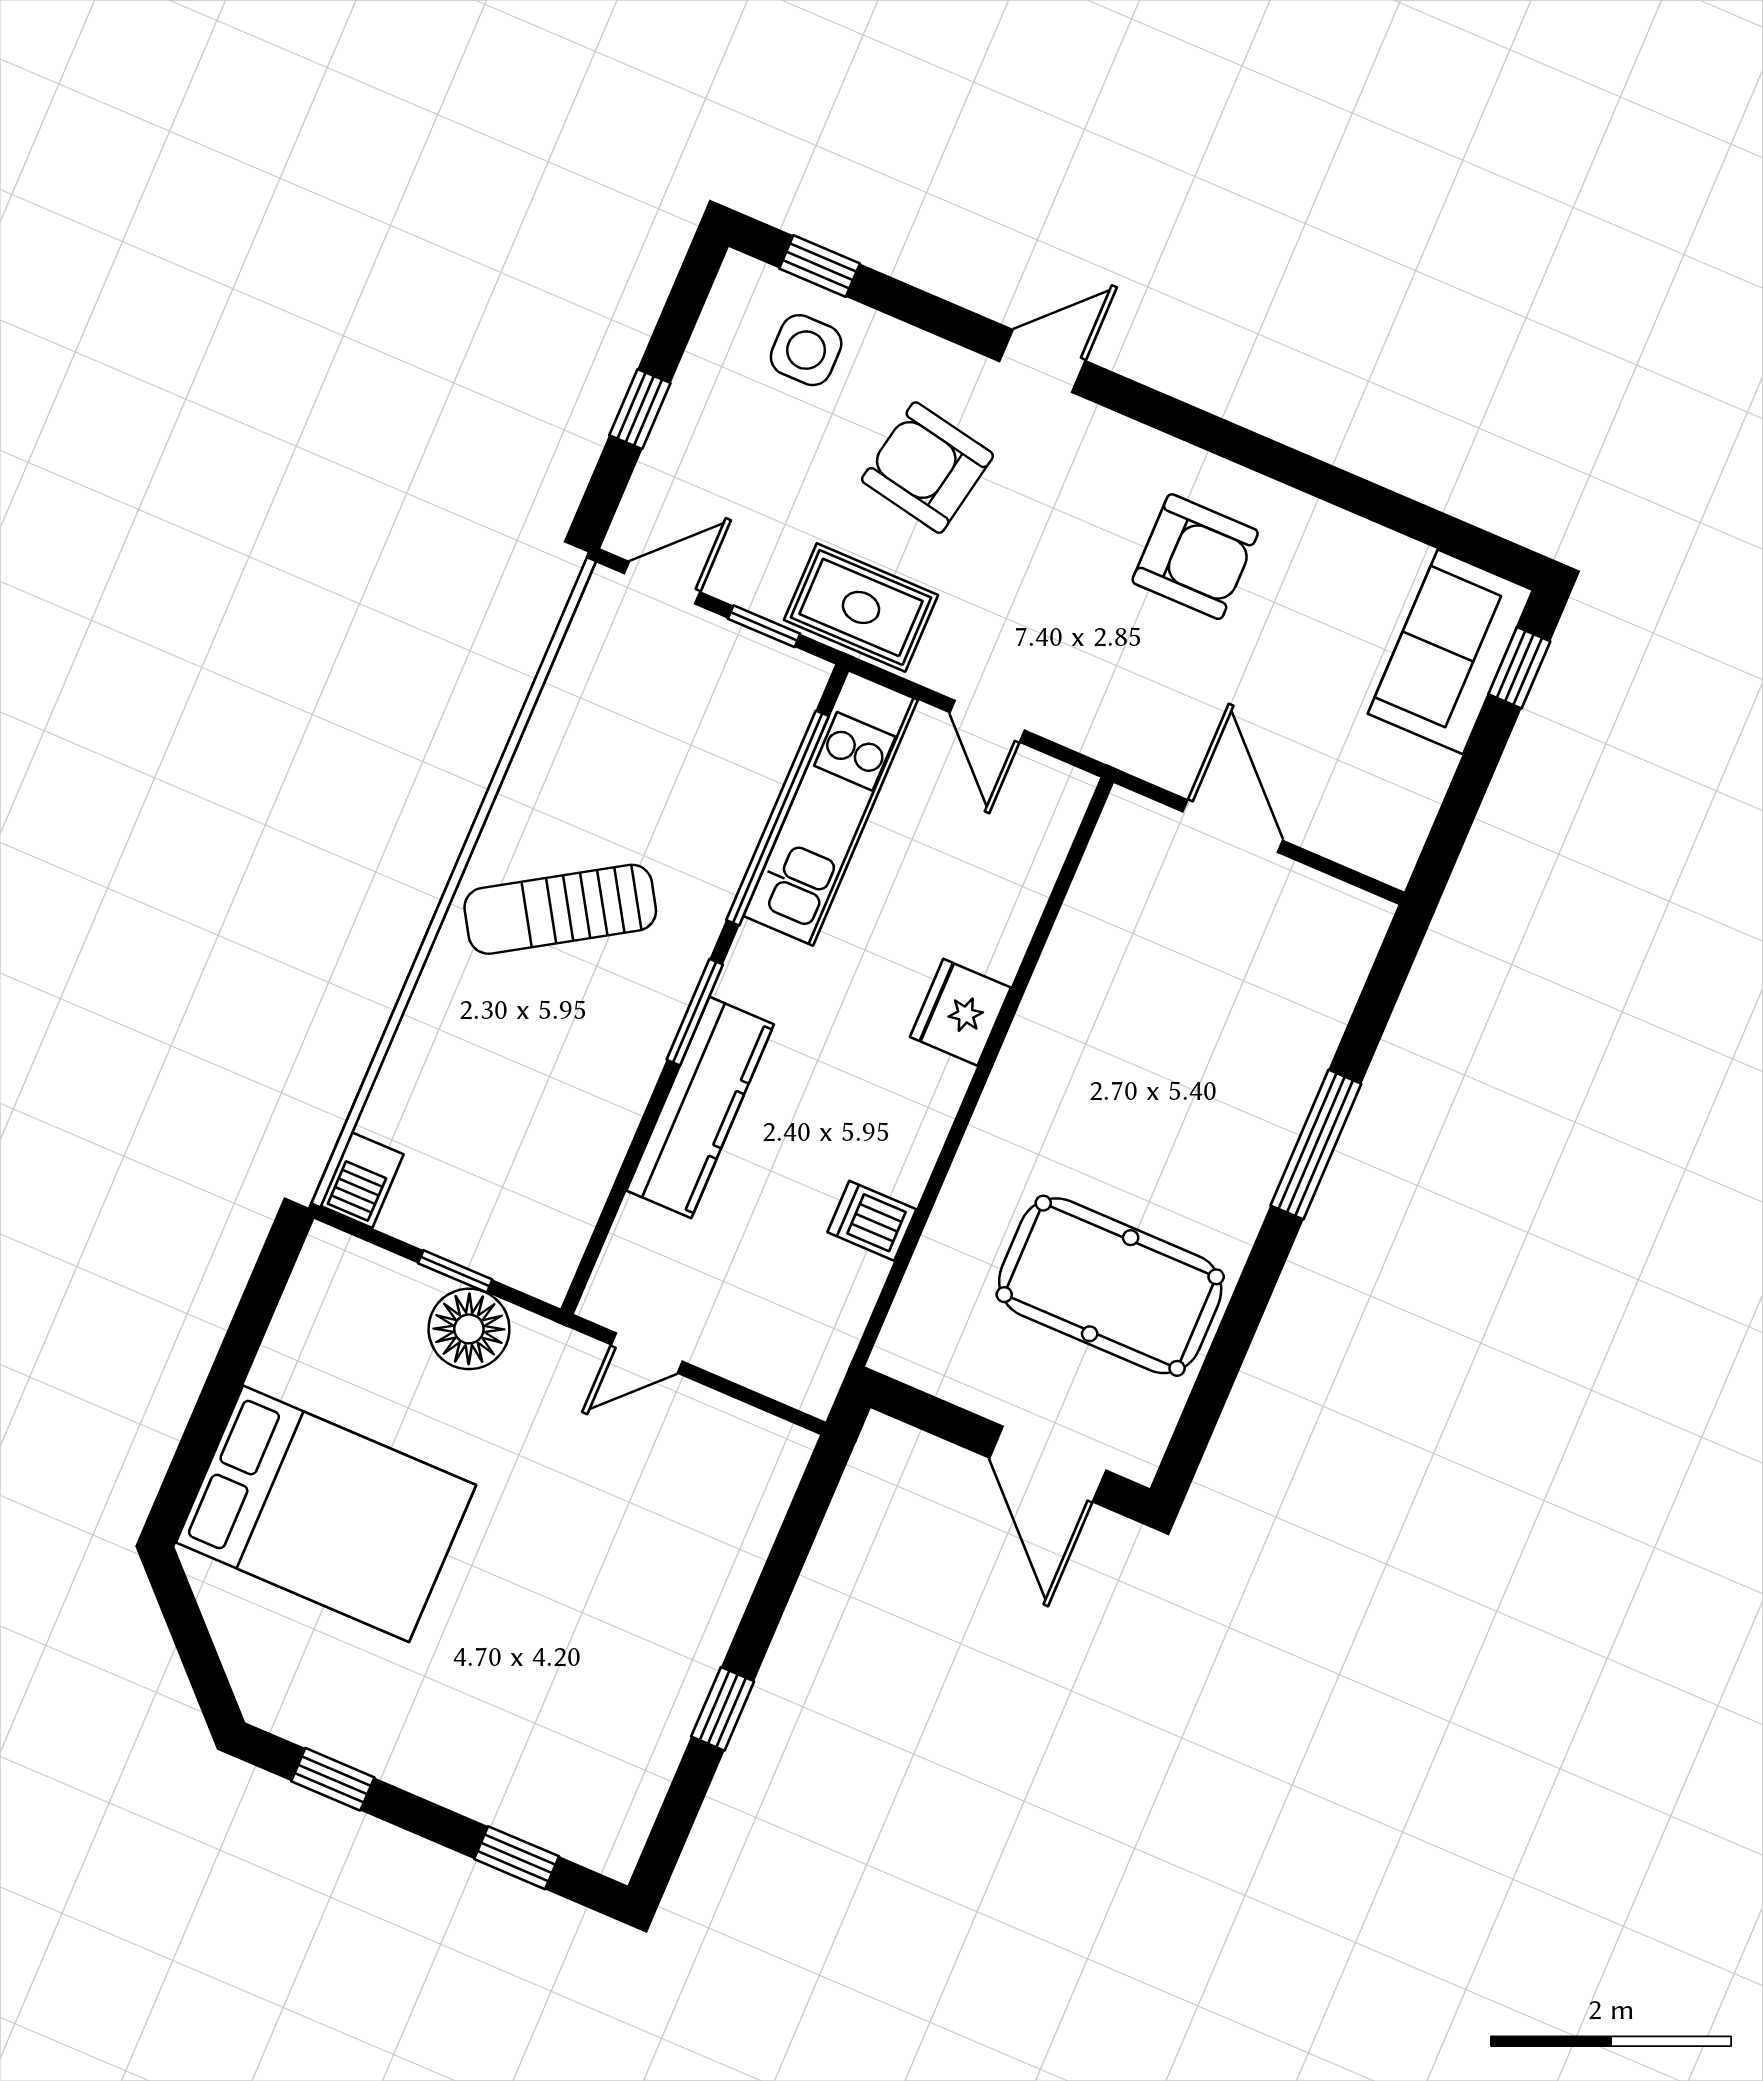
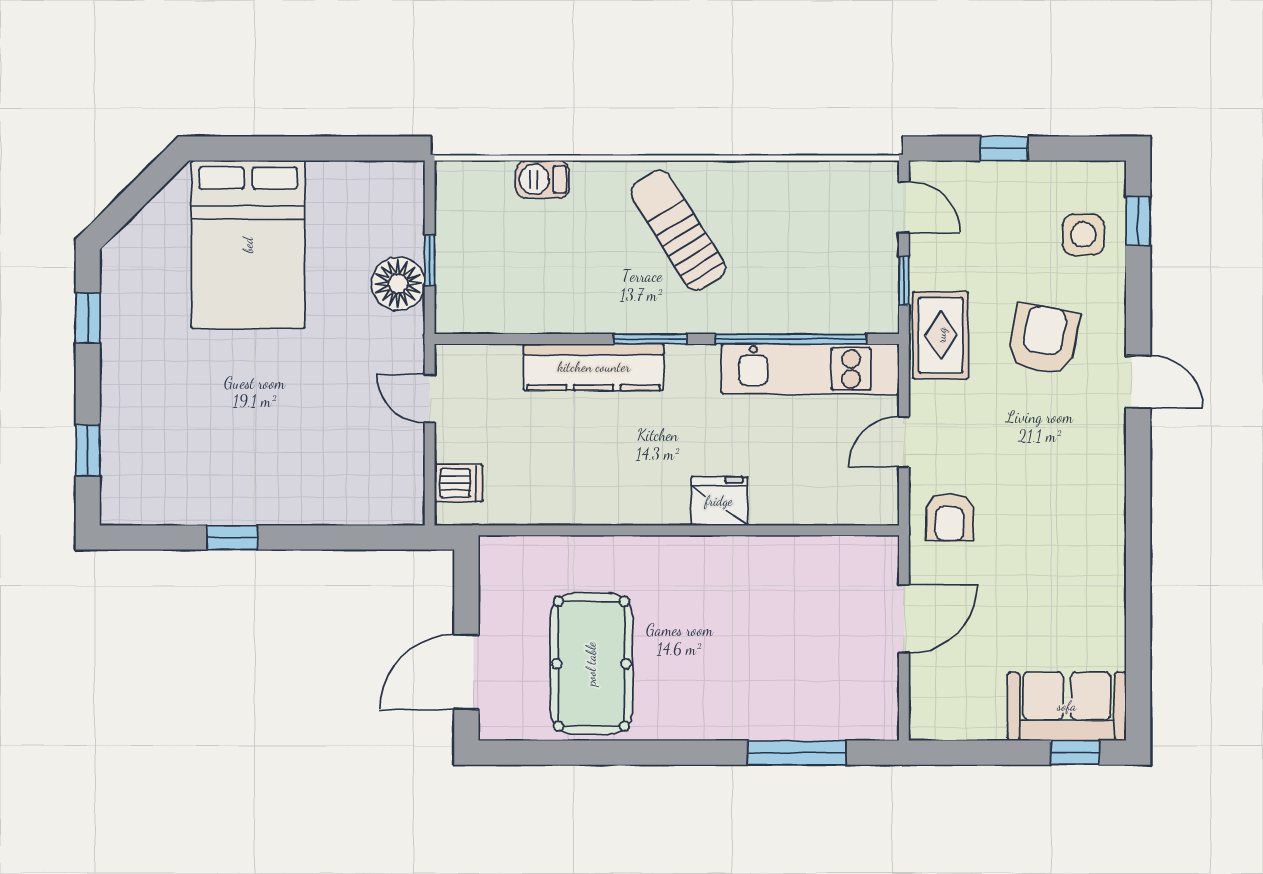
armchair: (1195, 557) -> (950, 517), moved, width x0.72, depth x0.72
window: (1316, 1145) -> (797, 753), moved
barbecue: (362, 1180) -> (543, 179), moved
dishwasher: (872, 1221) -> (459, 483), moved, turned 90

